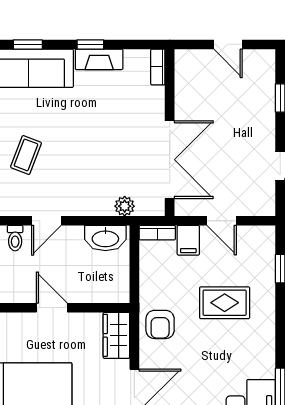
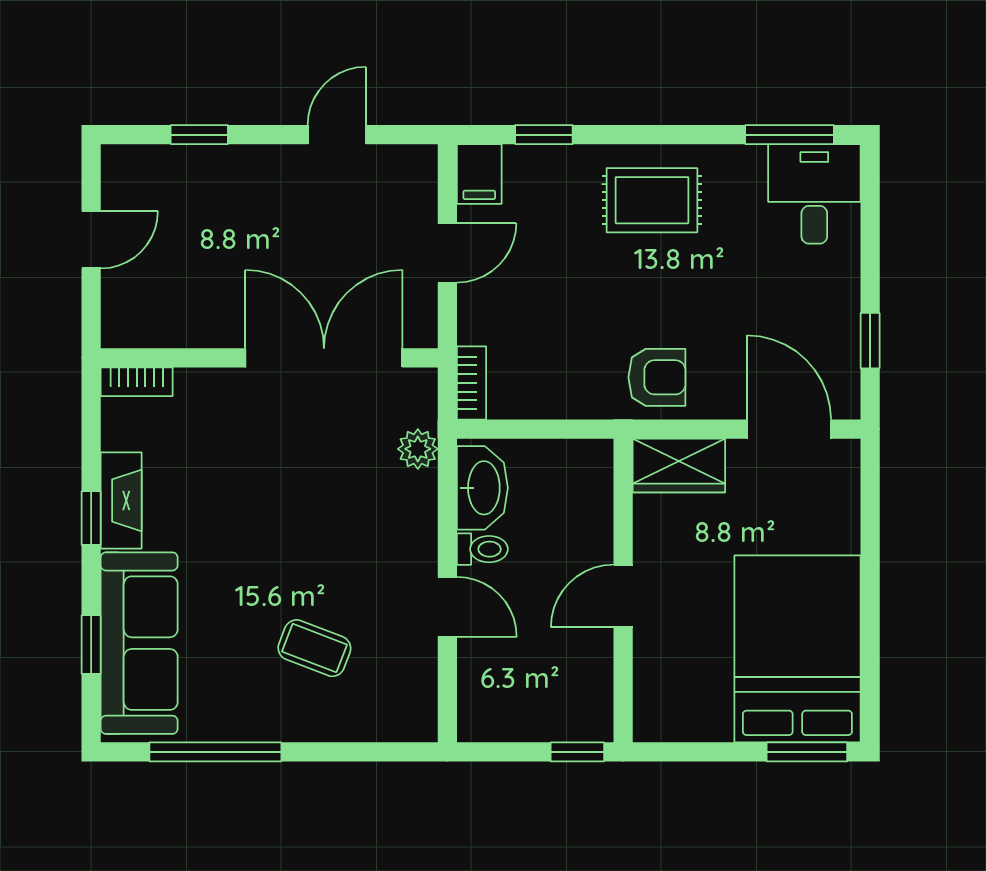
toilet: (15, 238) -> (482, 549), moved
filing cabinet: (188, 240) -> (479, 174), moved, turned 90
rug: (225, 303) -> (652, 200), moved, turned 90

